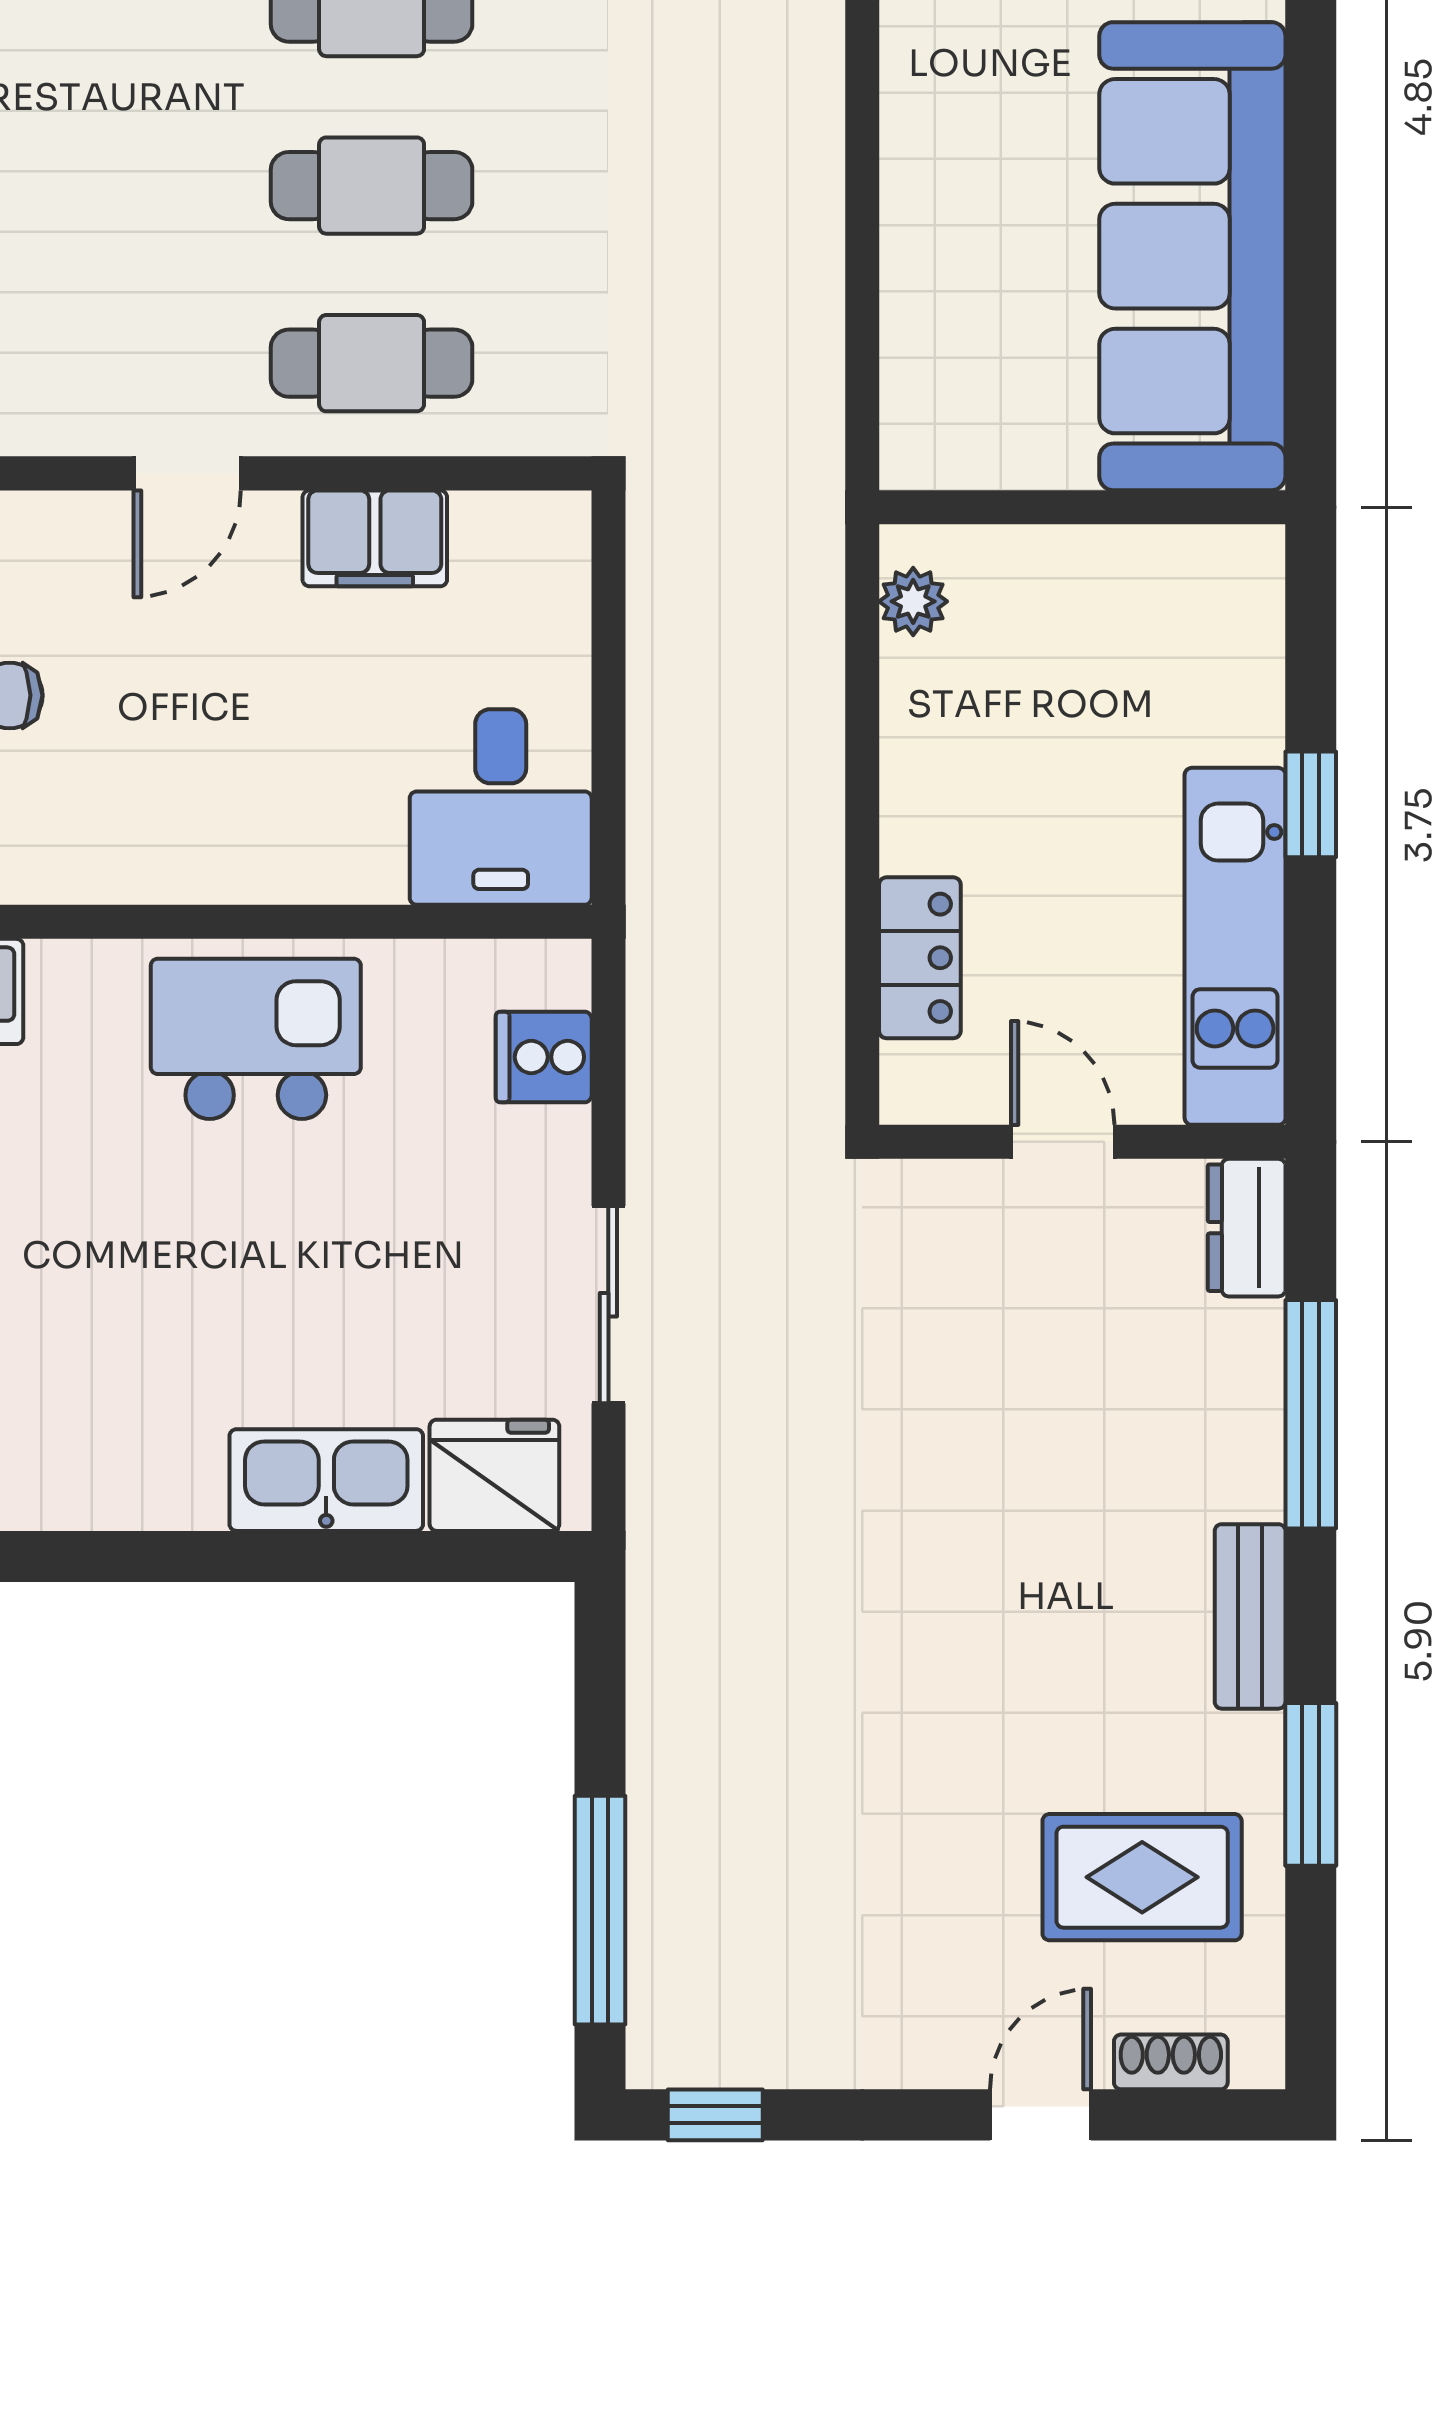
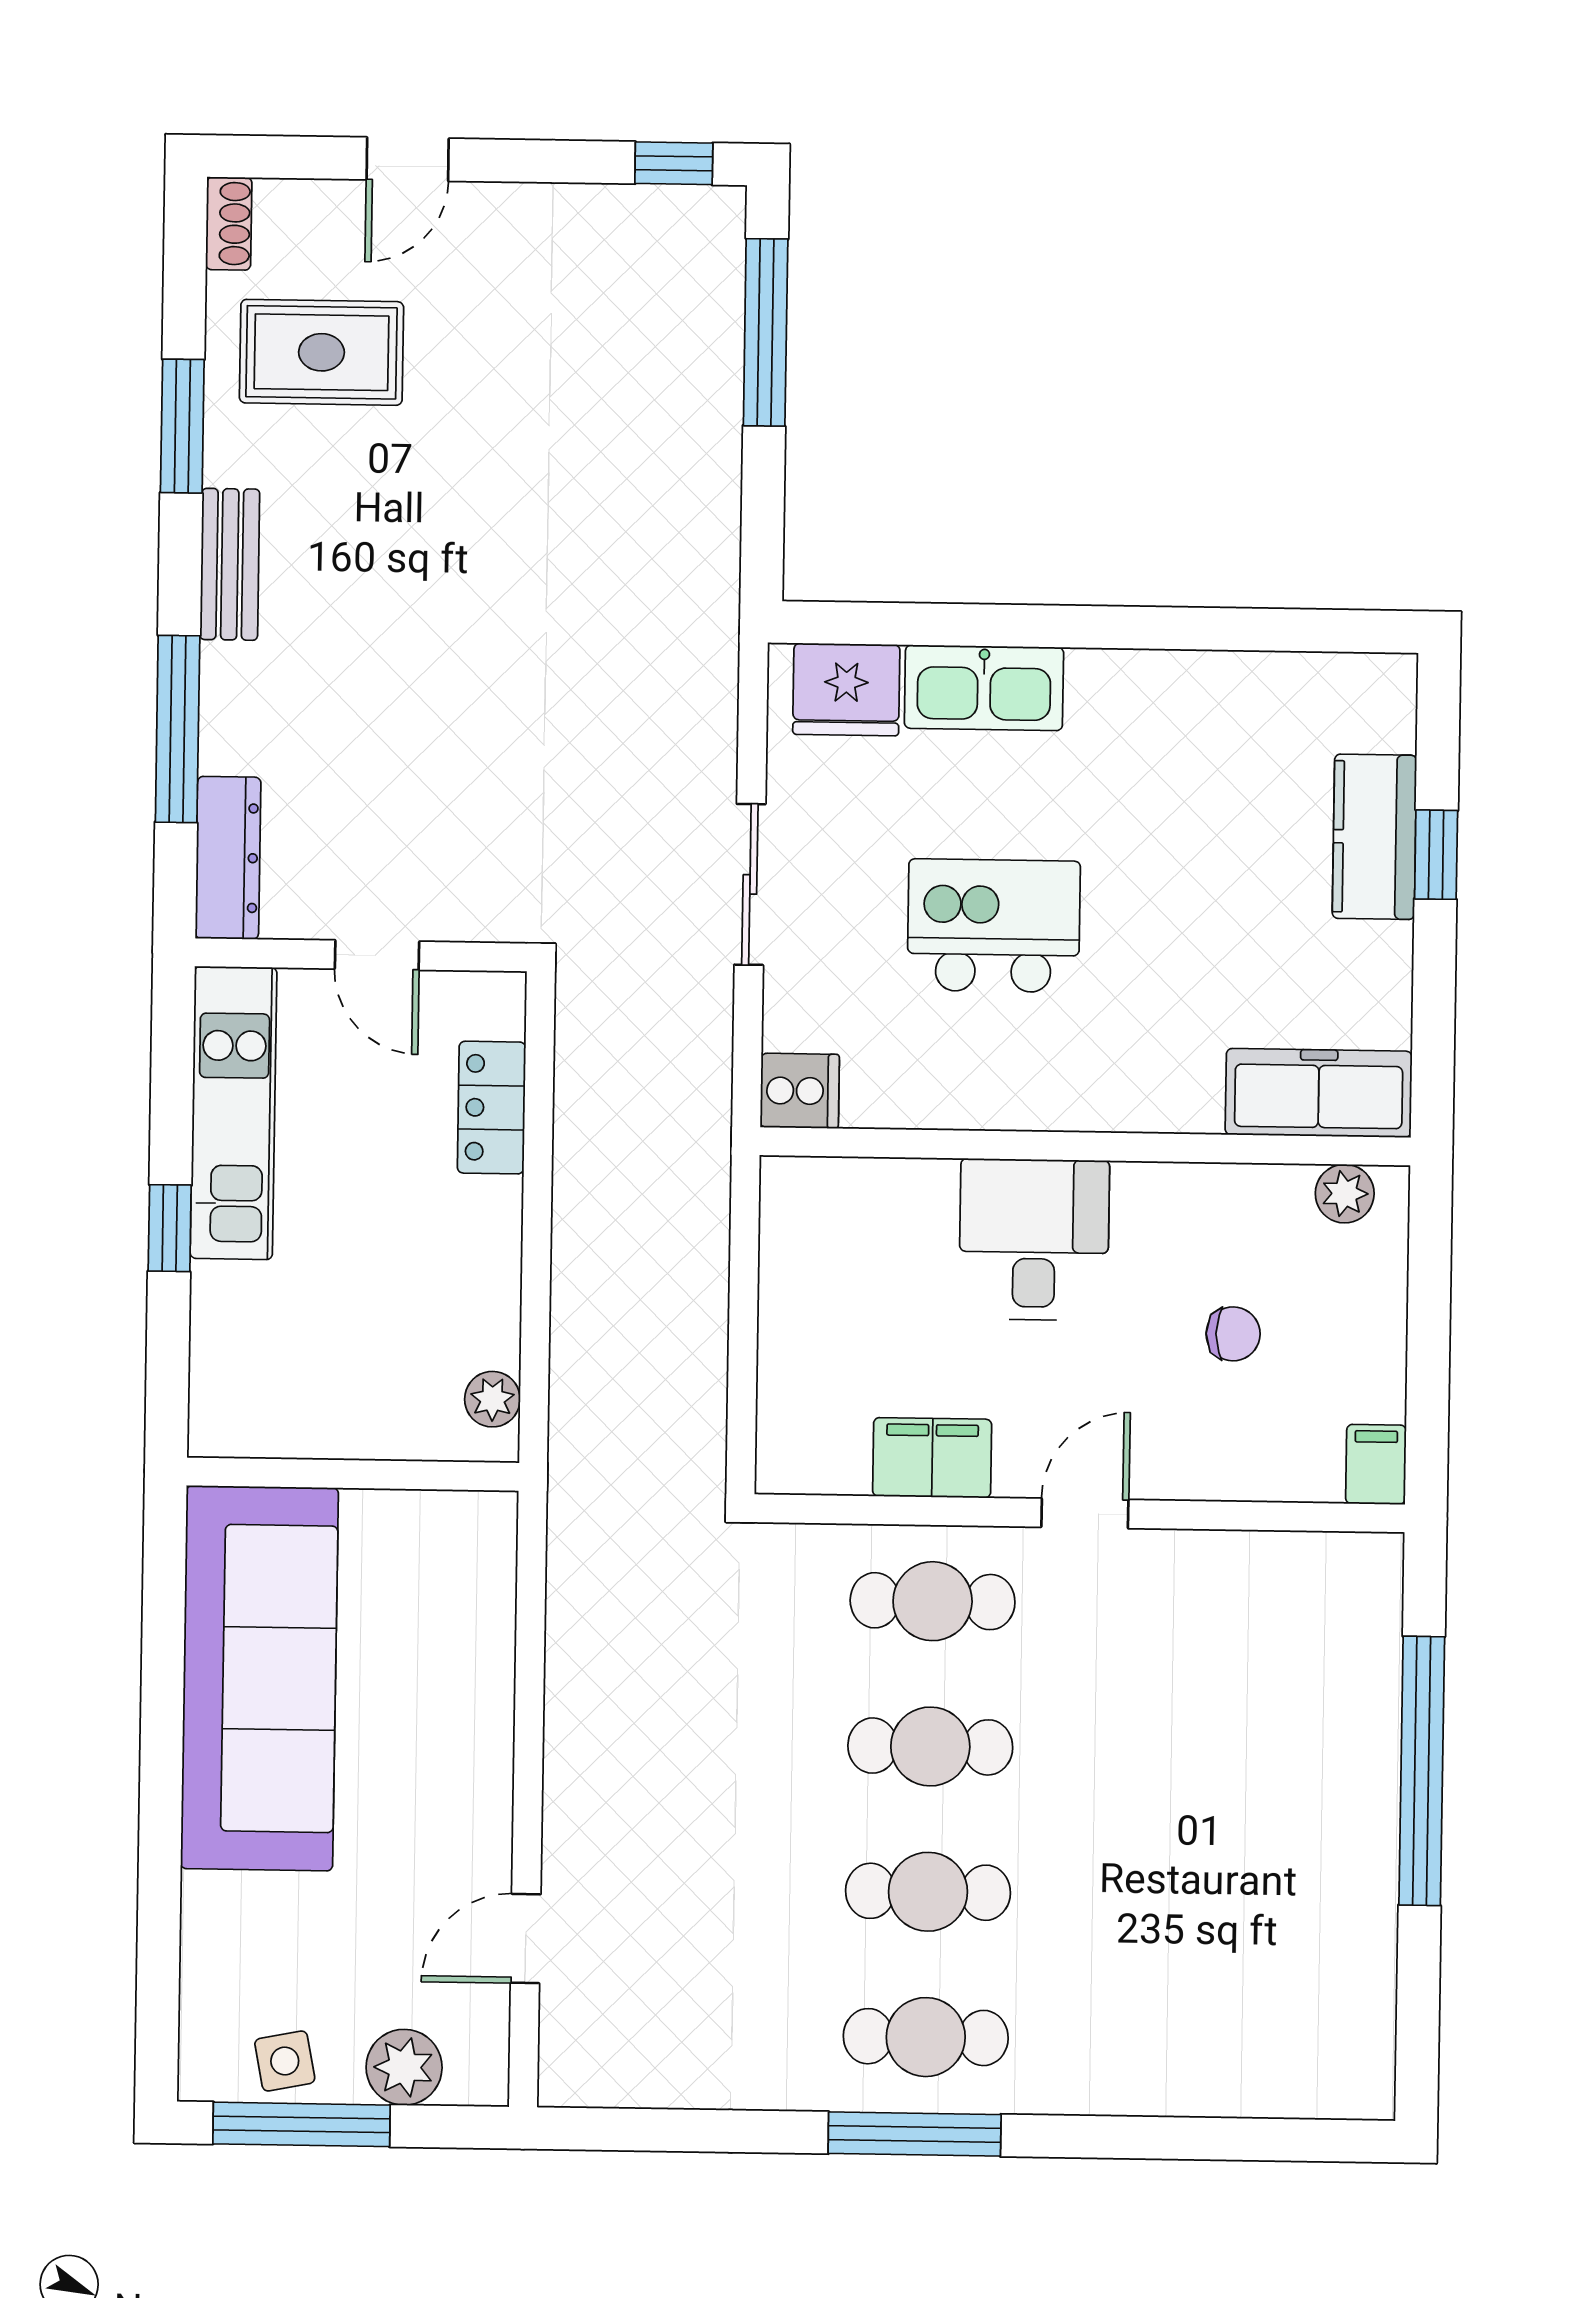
desk: (501, 807) -> (1034, 1240), moved
kitchen island: (256, 1039) -> (994, 926), moved, turned 180
cooker: (544, 1057) -> (800, 1091), moved
dresser: (1247, 1228) -> (228, 858), width x1.44
sliding door: (608, 1305) -> (750, 884), moved
shoe rack: (1171, 2062) -> (229, 223), moved, turned -90

